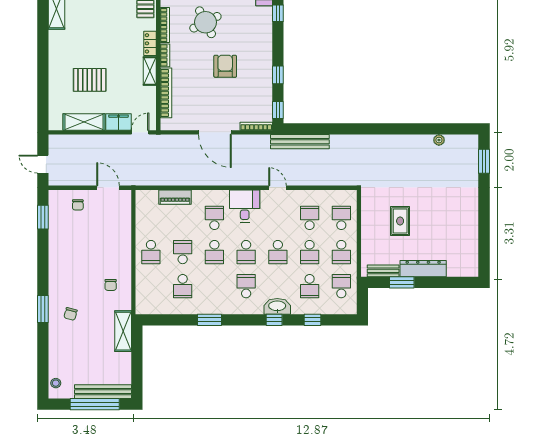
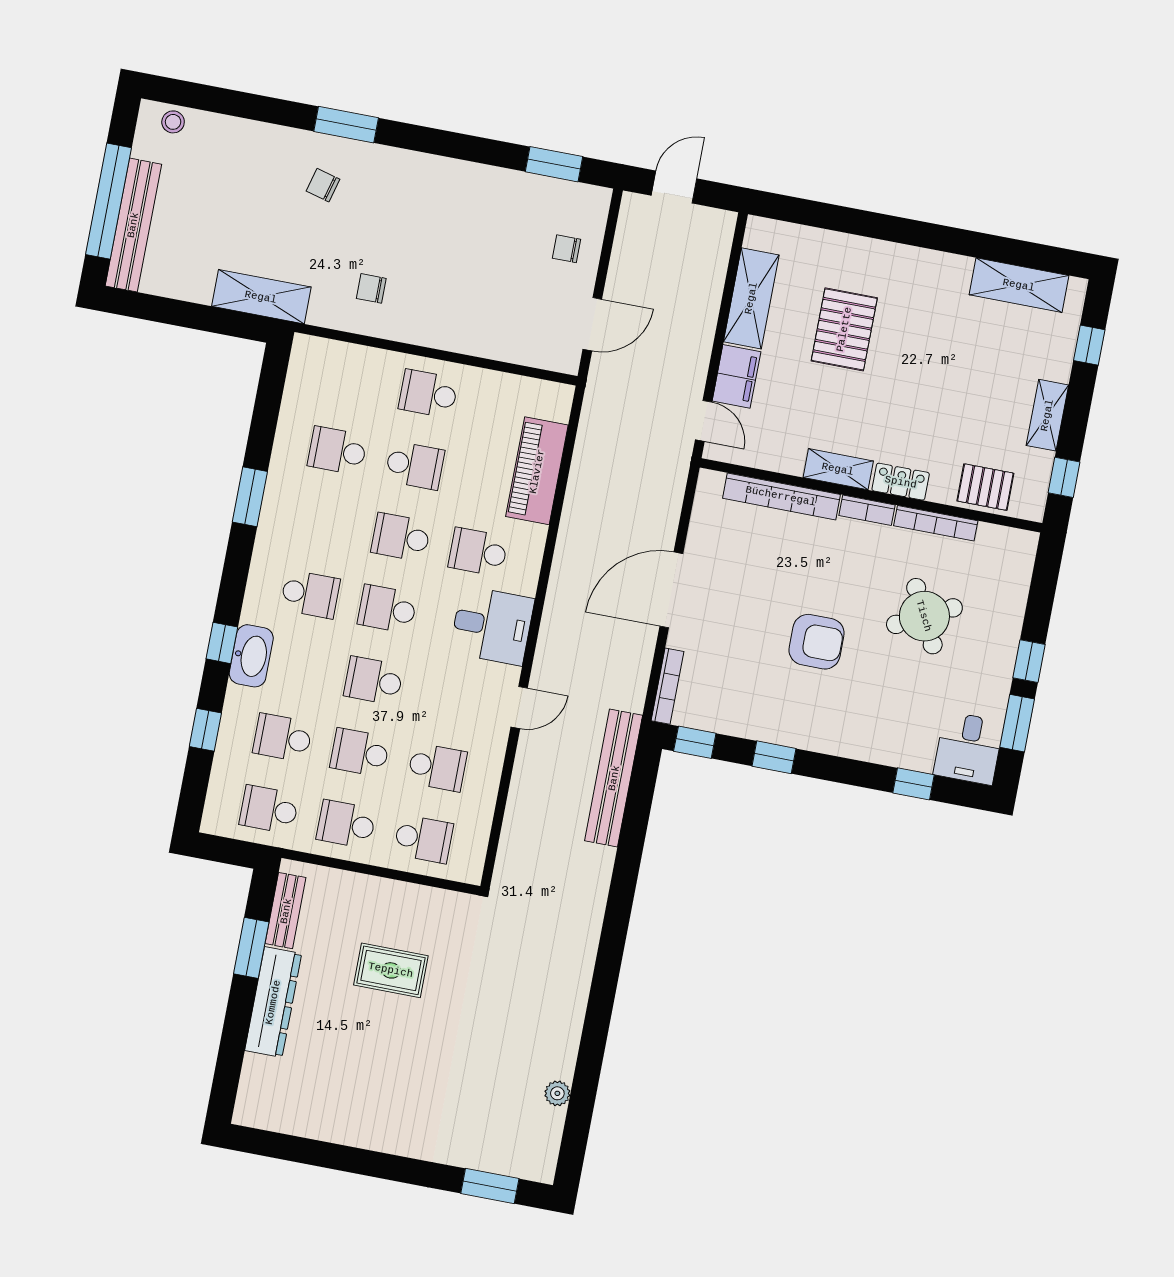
piano: (175, 197) -> (537, 471), width x1.37, depth x1.33
school desk: (214, 218) -> (478, 552), turned 180
school desk: (341, 286) -> (269, 809), turned 180

